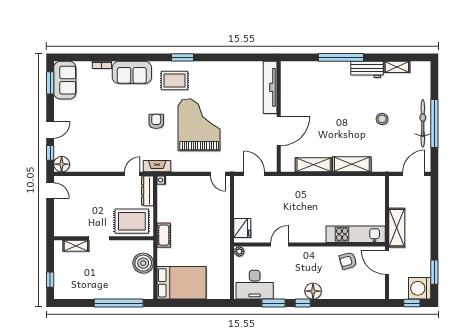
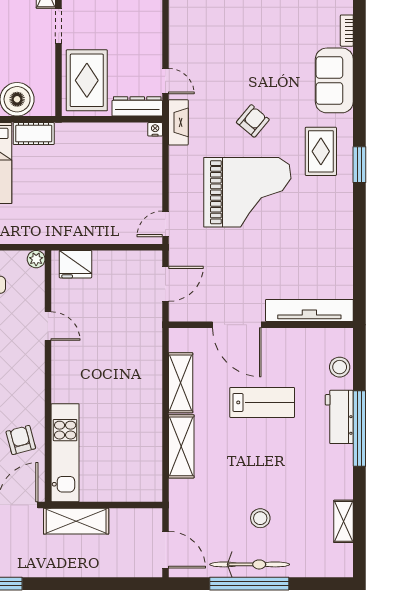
stool: (304, 69) -> (340, 367), added
workbench: (367, 69) -> (339, 417), moved
lab bench: (325, 116) -> (262, 402), added
stool: (382, 119) -> (260, 518), moved
armchair: (156, 121) -> (253, 121), turned -50
cot: (164, 235) -> (34, 134), moved

